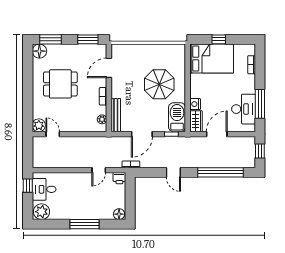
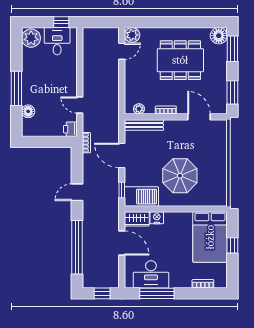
dining table: (60, 84) -> (180, 60), width x1.38
floor lamp: (119, 214) -> (28, 111), moved

